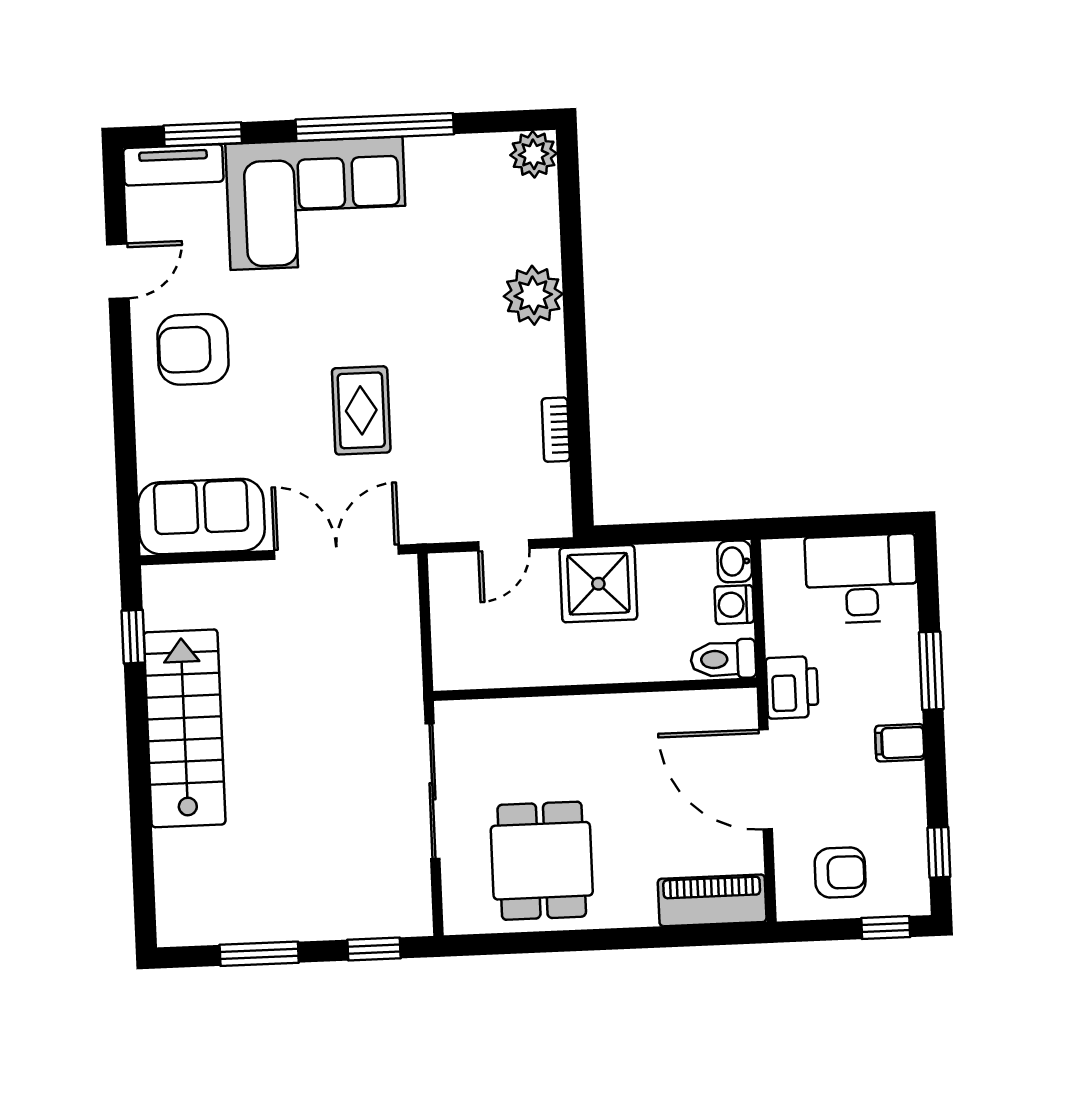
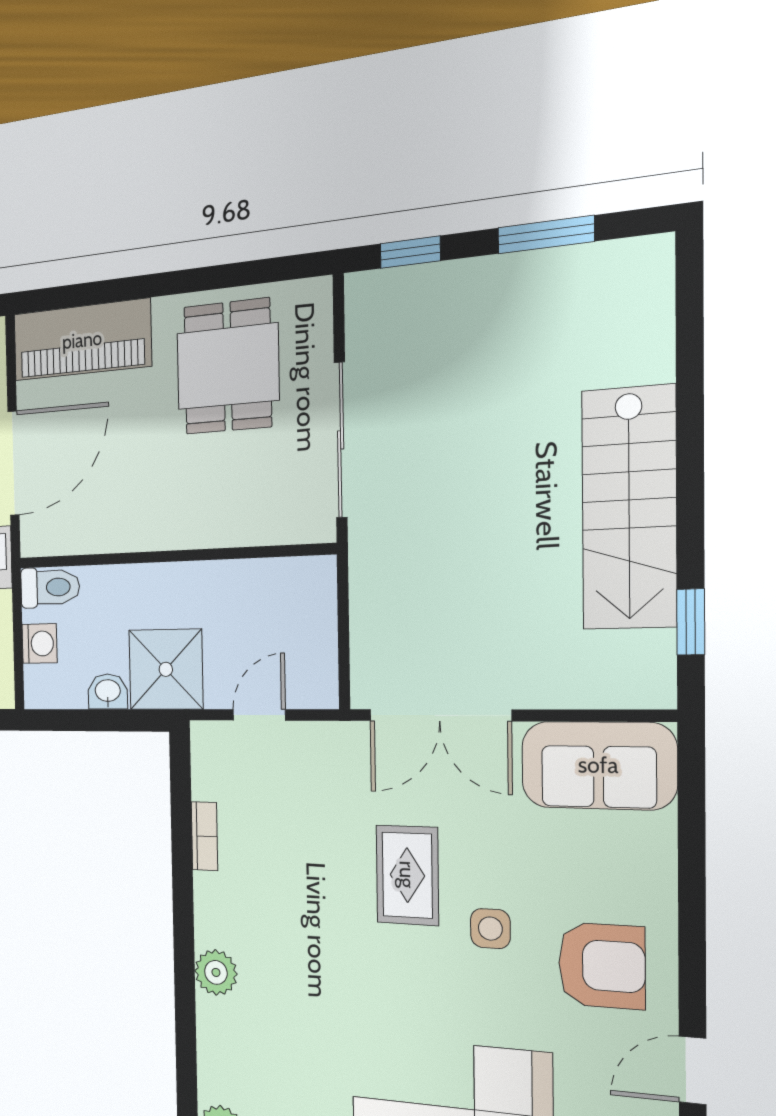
plant: (533, 295) -> (216, 972), width x0.73, depth x0.73
side table: (287, 371) -> (490, 929), added
washbasin: (735, 561) -> (108, 692), moved, turned -90
door: (766, 779) -> (14, 463), hinge flipped
piano: (712, 900) -> (82, 340), width x1.37, depth x1.33

